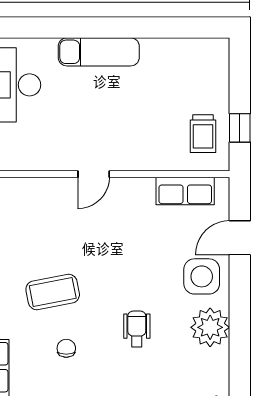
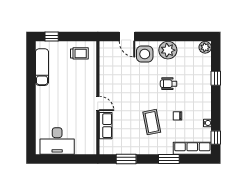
exam couch: (99, 52) -> (42, 67), moved
window: (240, 128) -> (52, 37), moved
row of seats: (185, 191) -> (106, 126), moved

